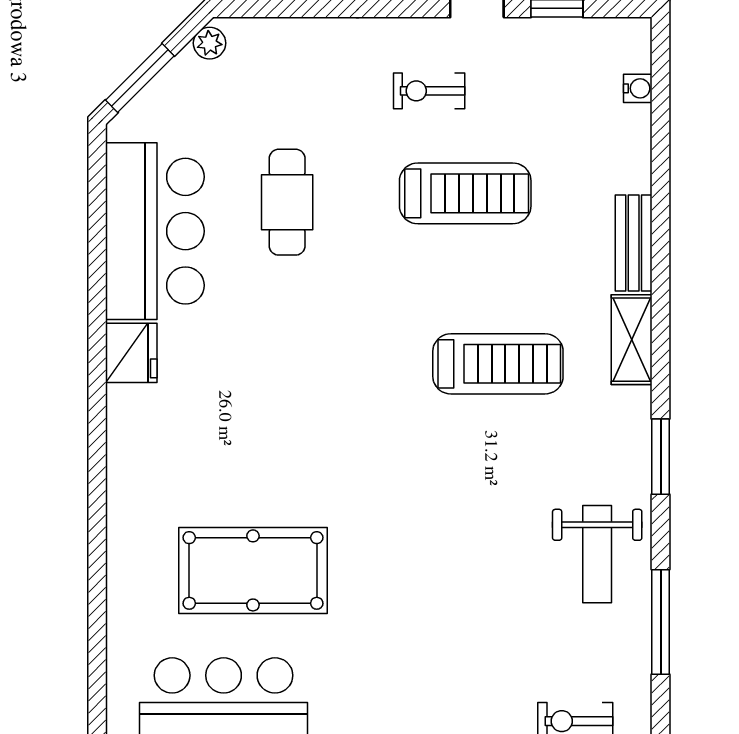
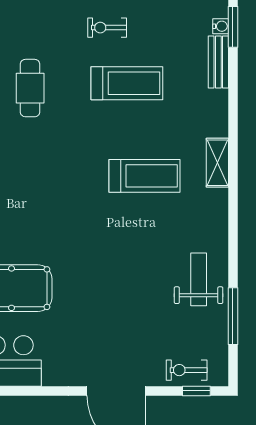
bench: (634, 243) -> (218, 62), moved
window: (661, 457) -> (233, 27), moved
weight bench: (597, 554) -> (199, 279), turned 180

